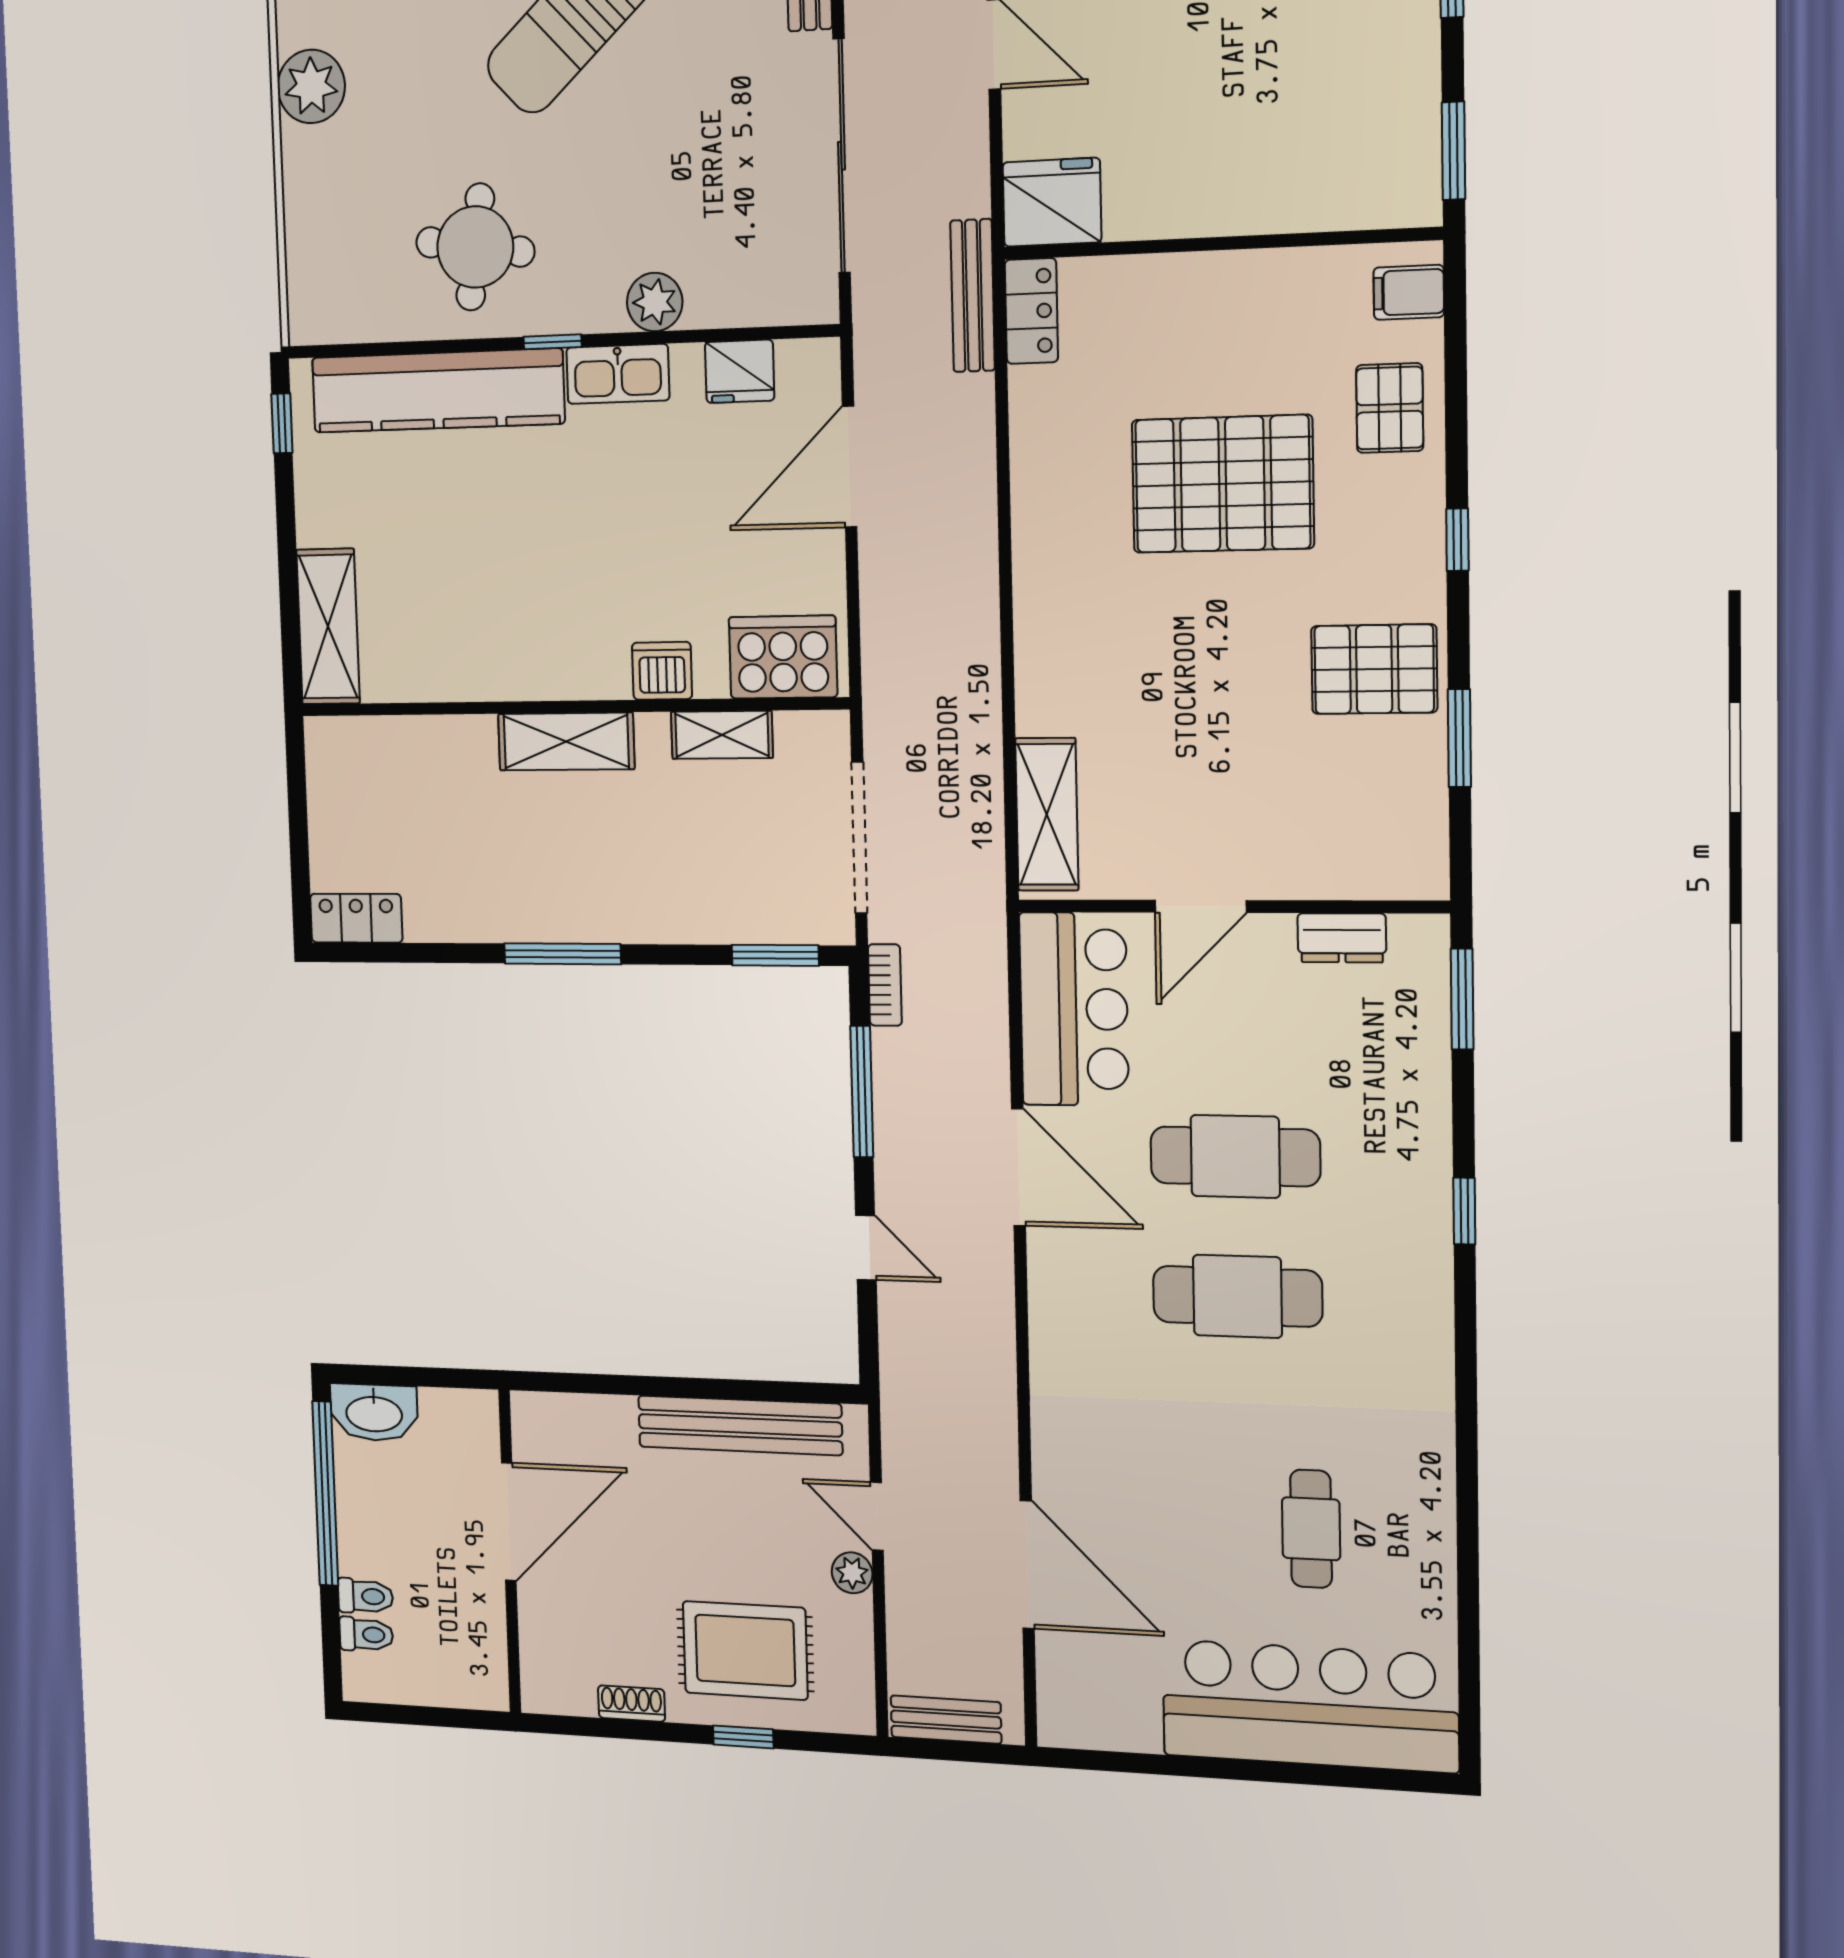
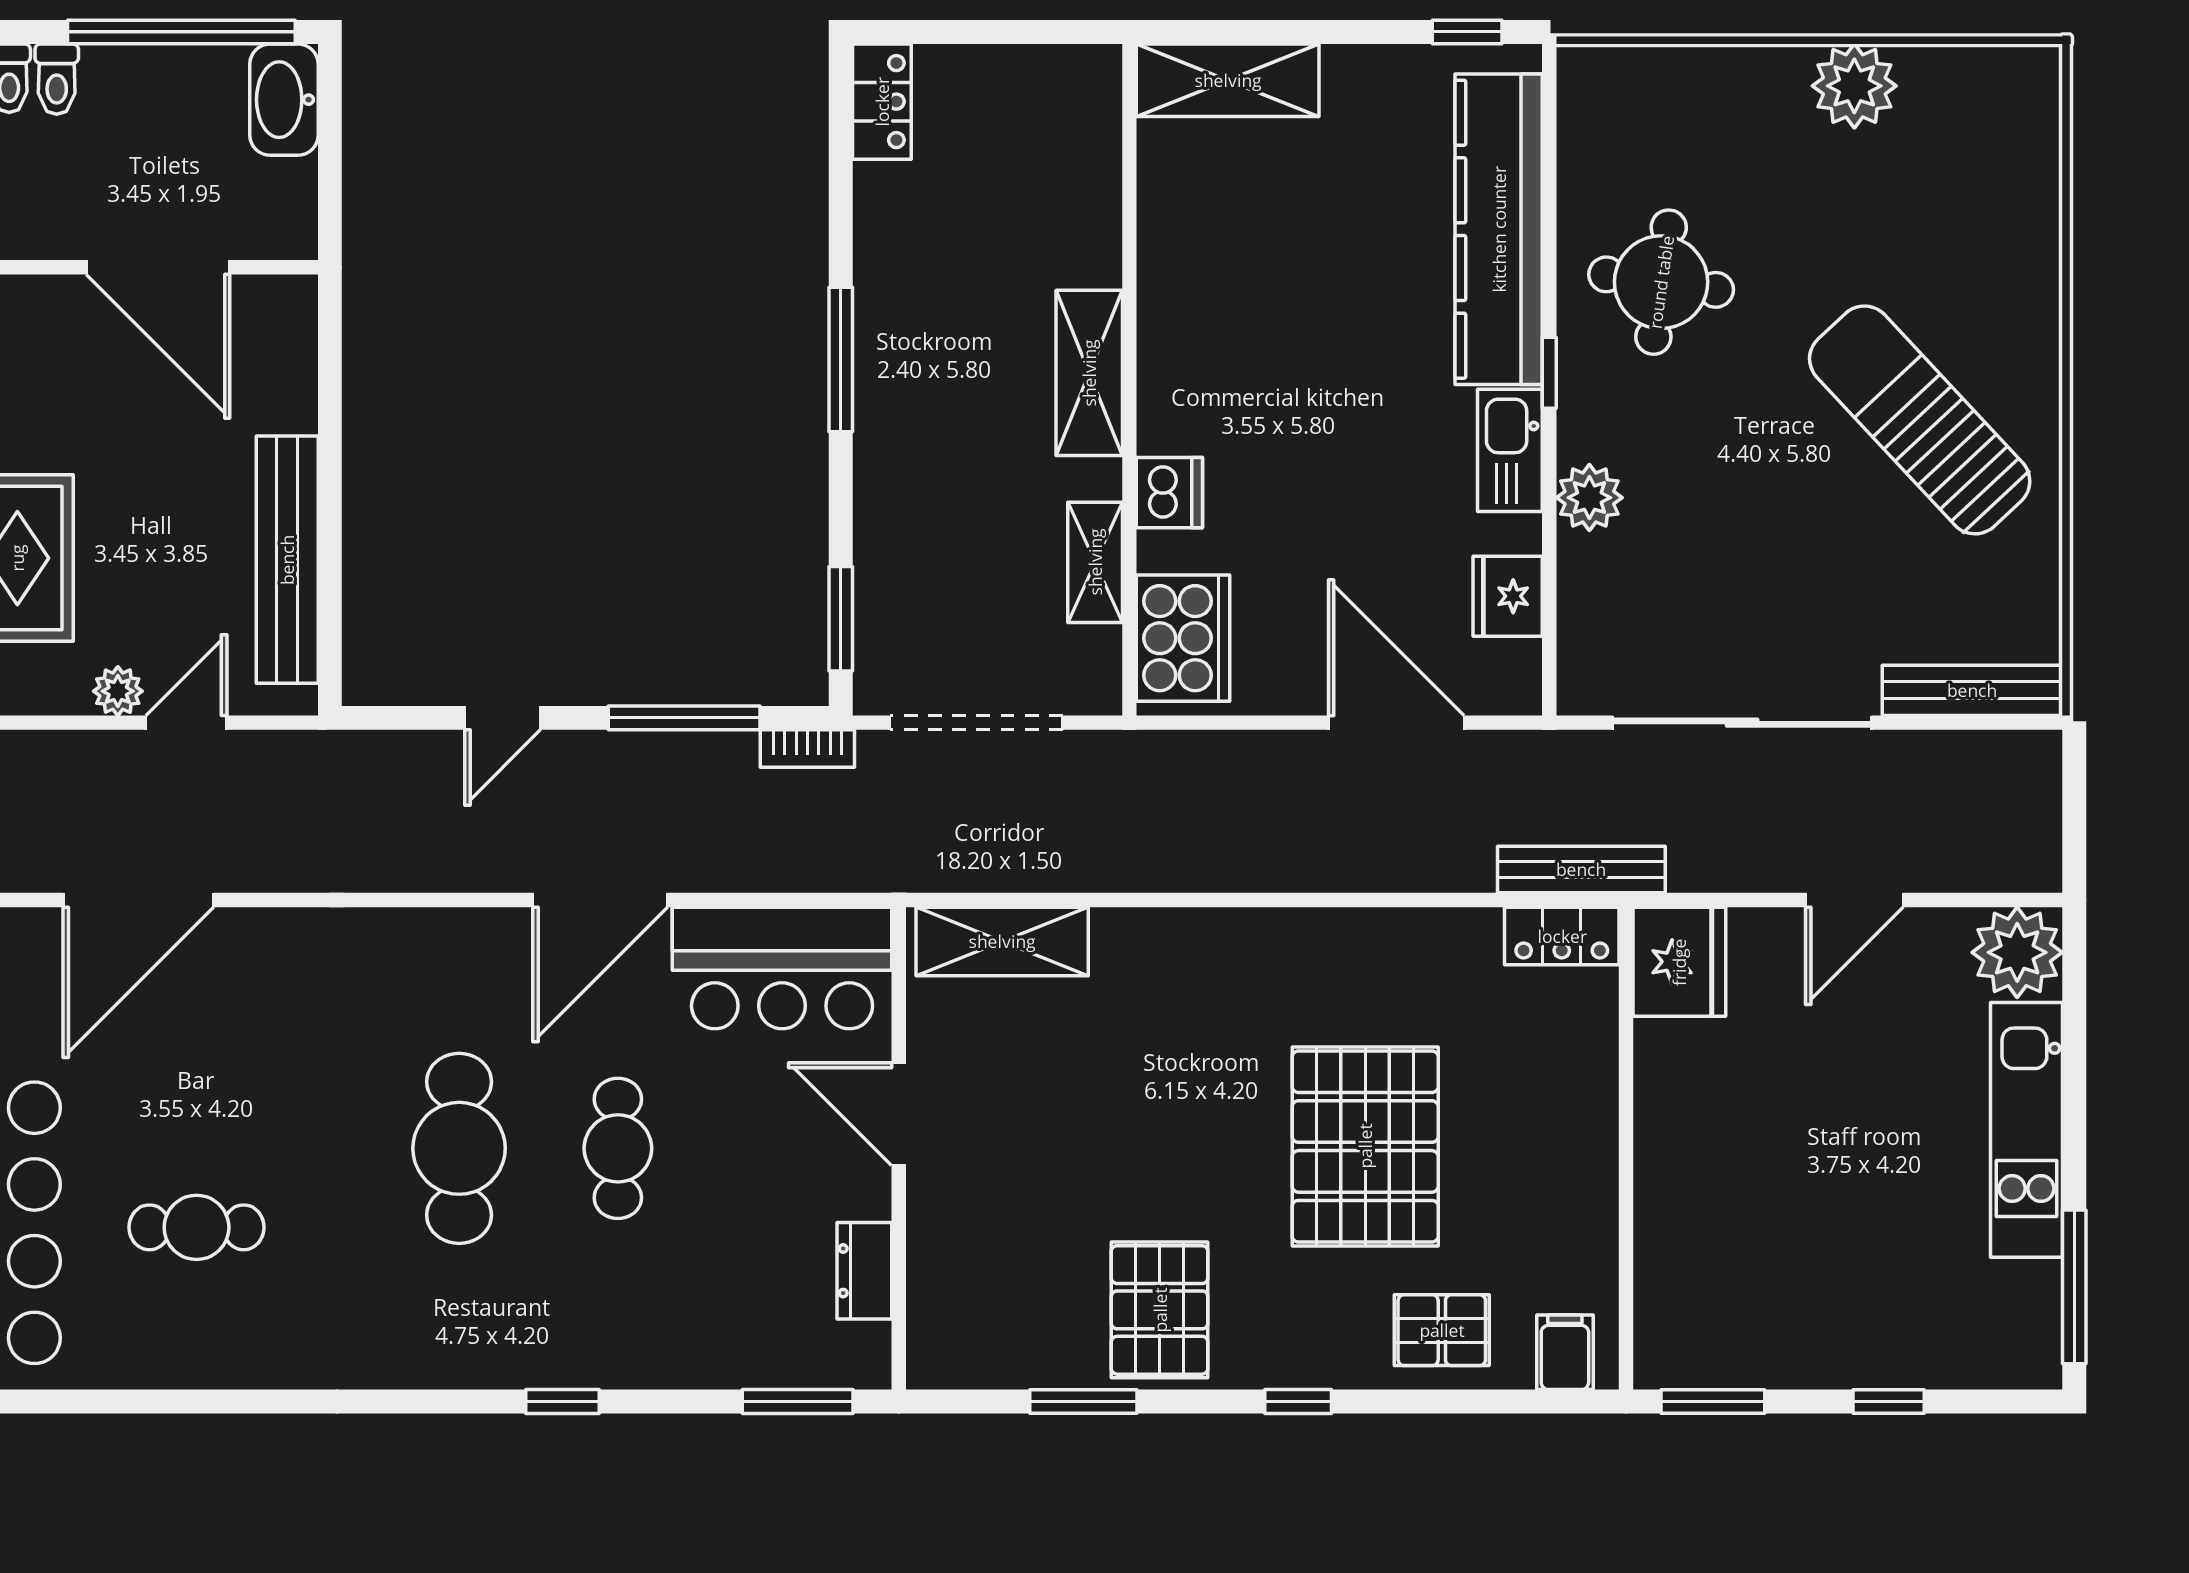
cafe table: (1235, 1156) -> (618, 1148), width x0.73, depth x0.74

